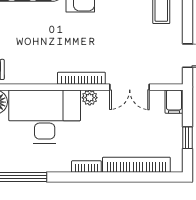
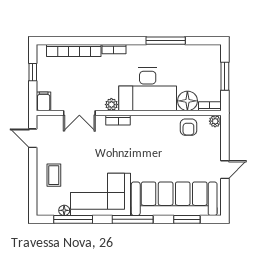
bookcase: (81, 78) -> (118, 120), width x0.64
double door: (130, 87) -> (79, 113), swing flipped

